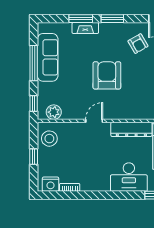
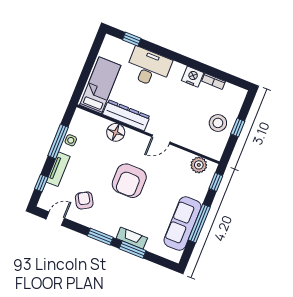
floor lamp: (135, 111) -> (116, 132), added
stool: (49, 139) -> (218, 123), moved
nightstand: (51, 184) -> (193, 77), moved

